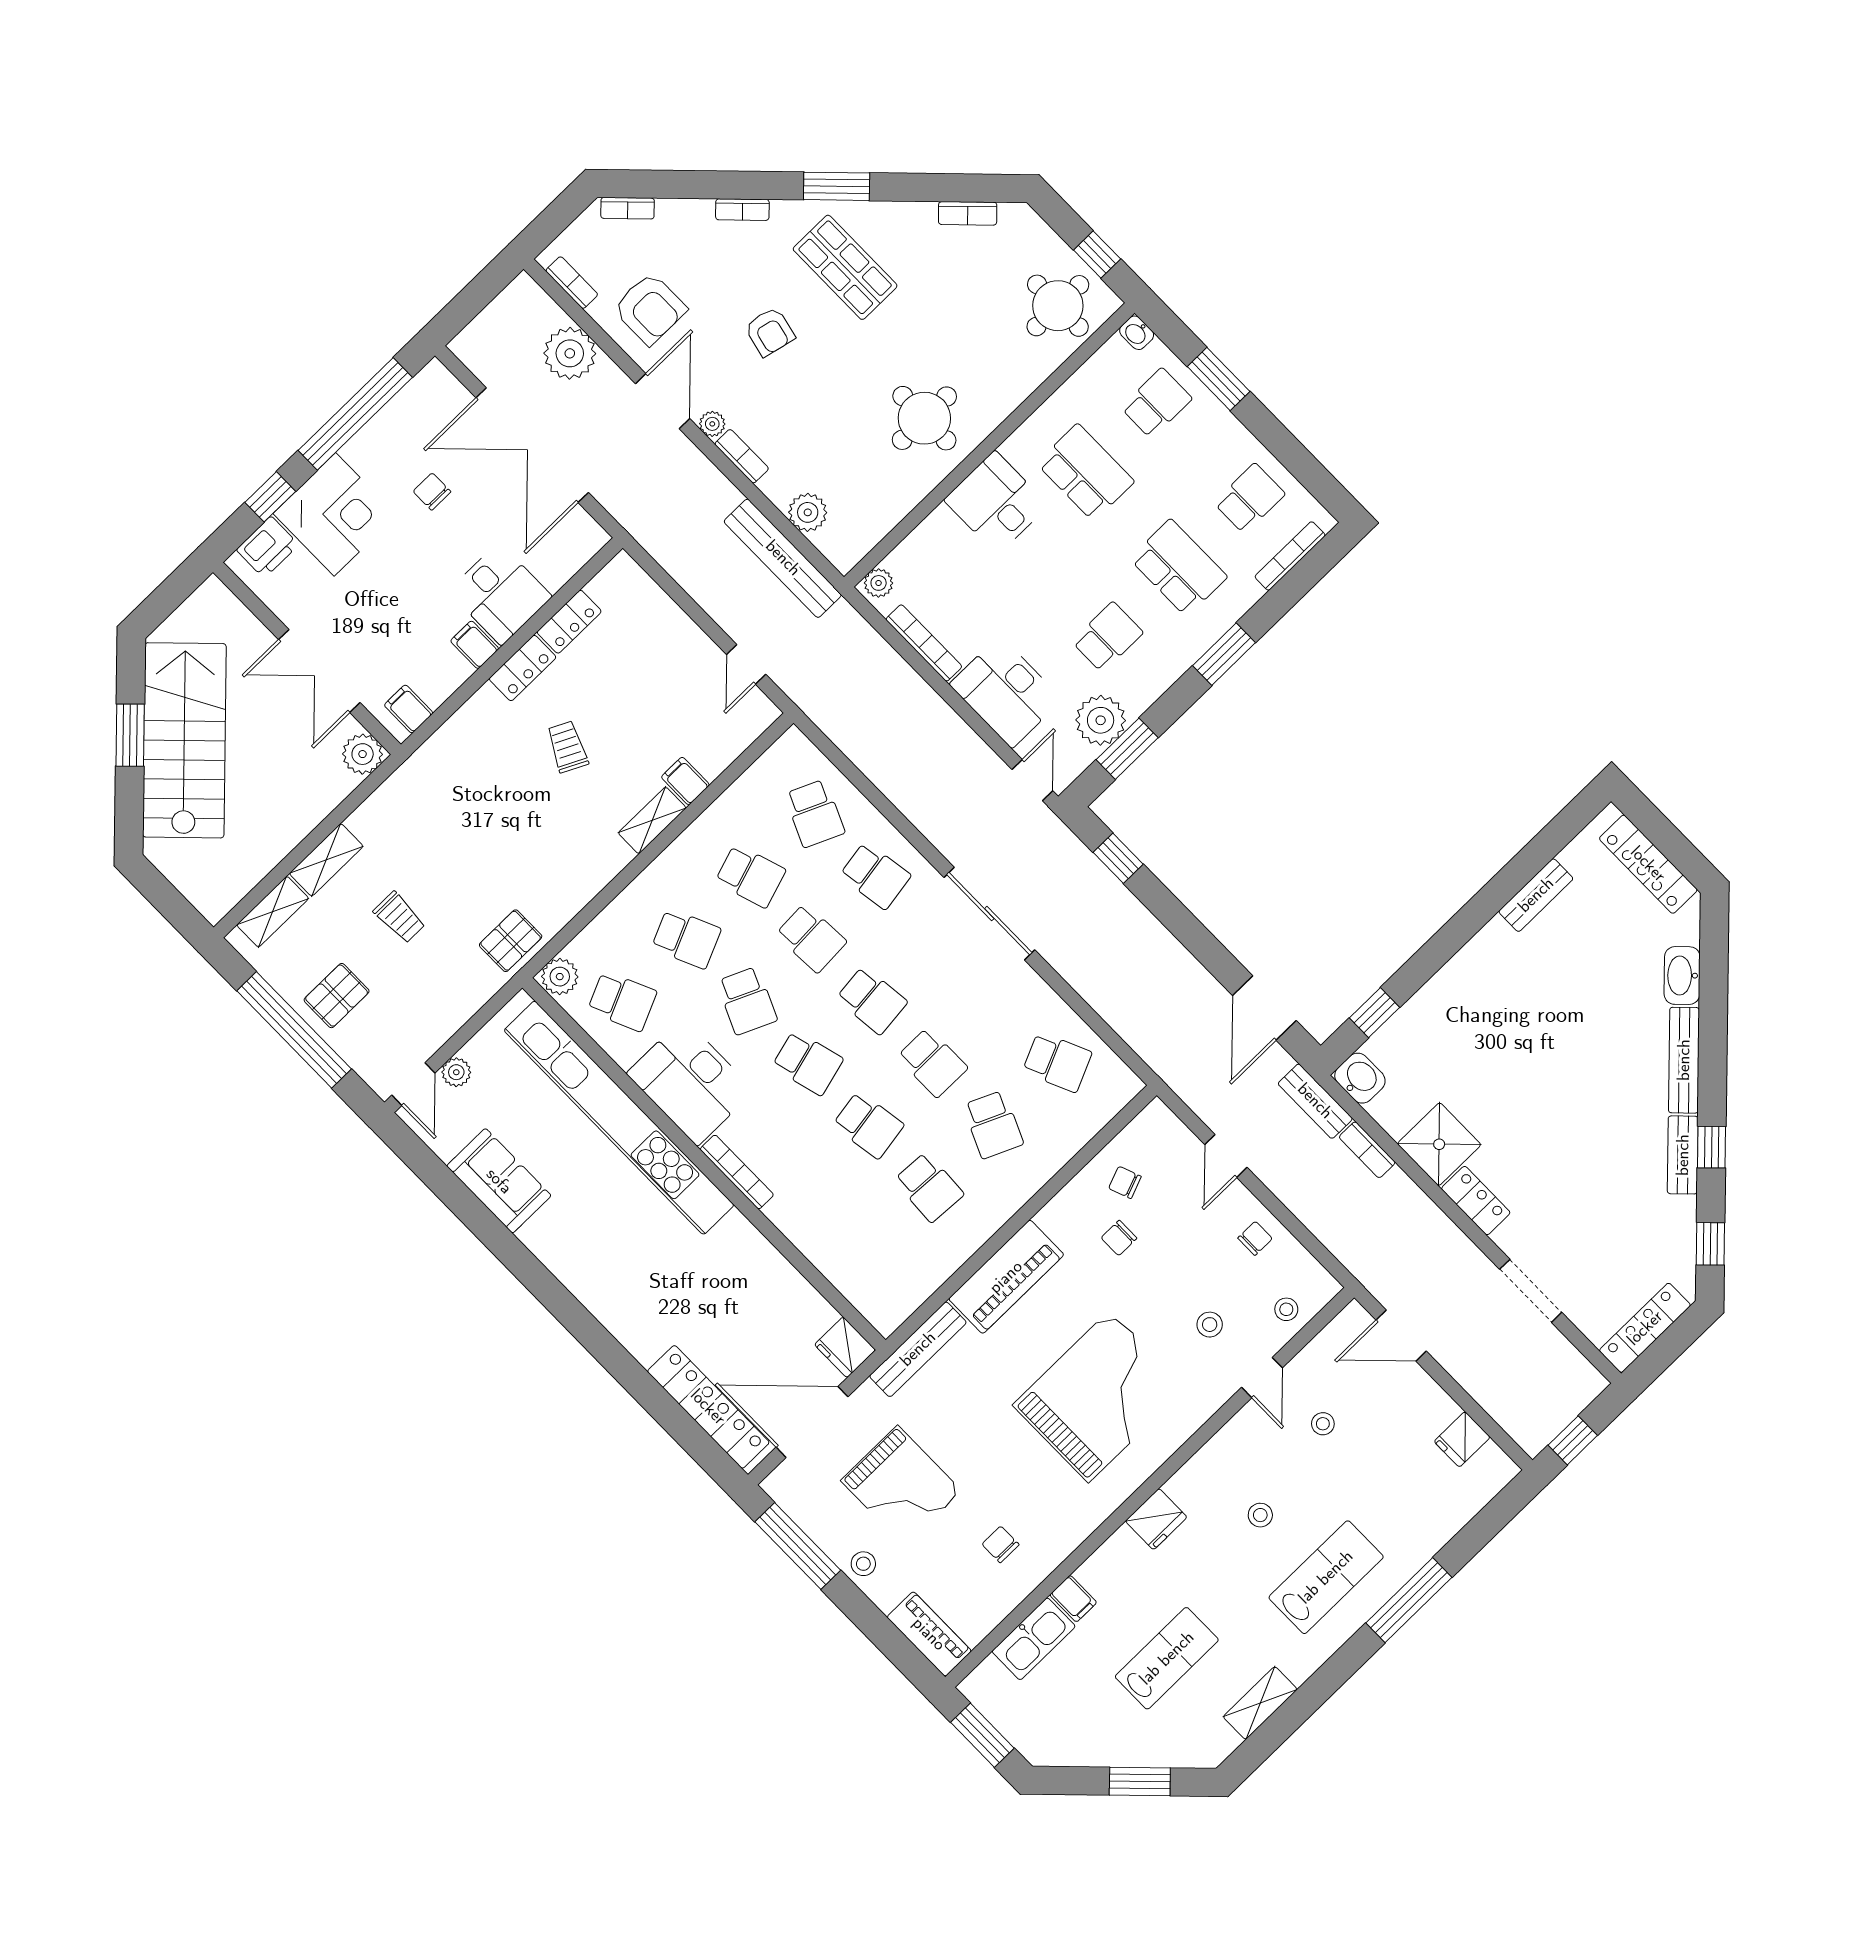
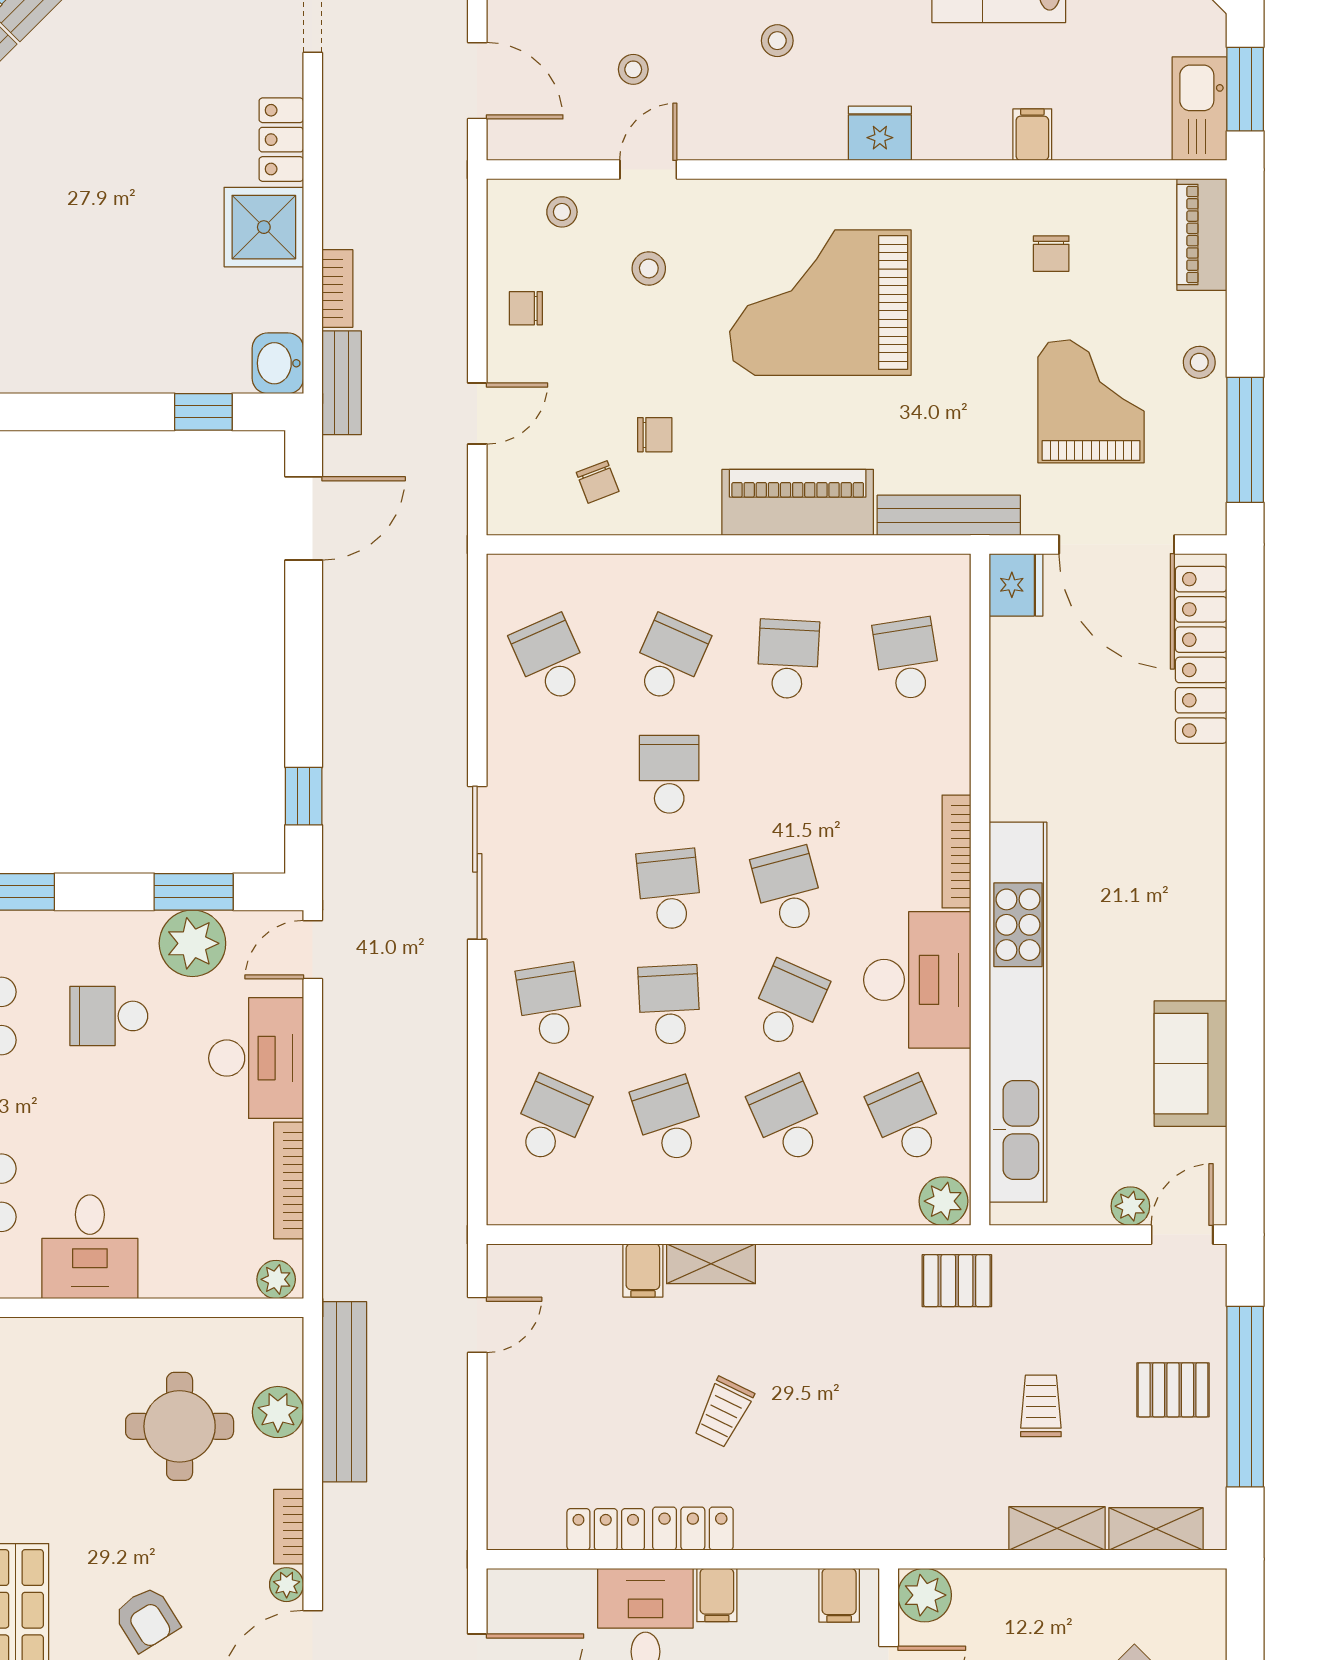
armchair: (770, 332) -> (147, 1619), turned 135
round table: (924, 418) -> (180, 1426), moved
school desk: (868, 1125) -> (907, 659), moved
kitchen sink: (1034, 1639) -> (1200, 109), moved, turned -90

